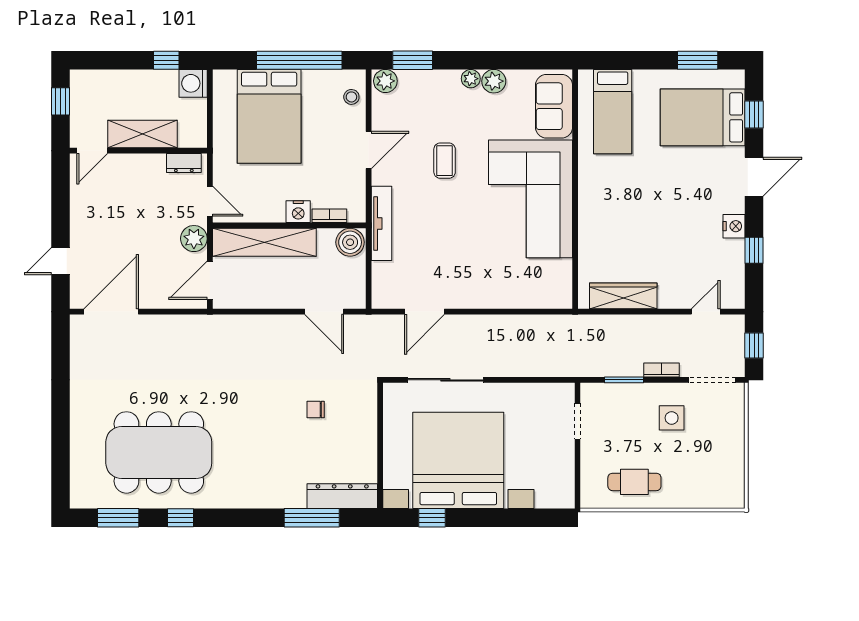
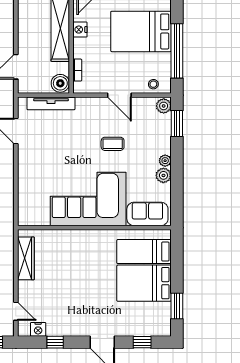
bed: (703, 117) -> (144, 283), moved, turned -90
nightstand: (298, 212) -> (80, 30), moved
tv unit: (381, 223) -> (51, 103), moved
nightstand: (734, 226) -> (38, 329), moved

